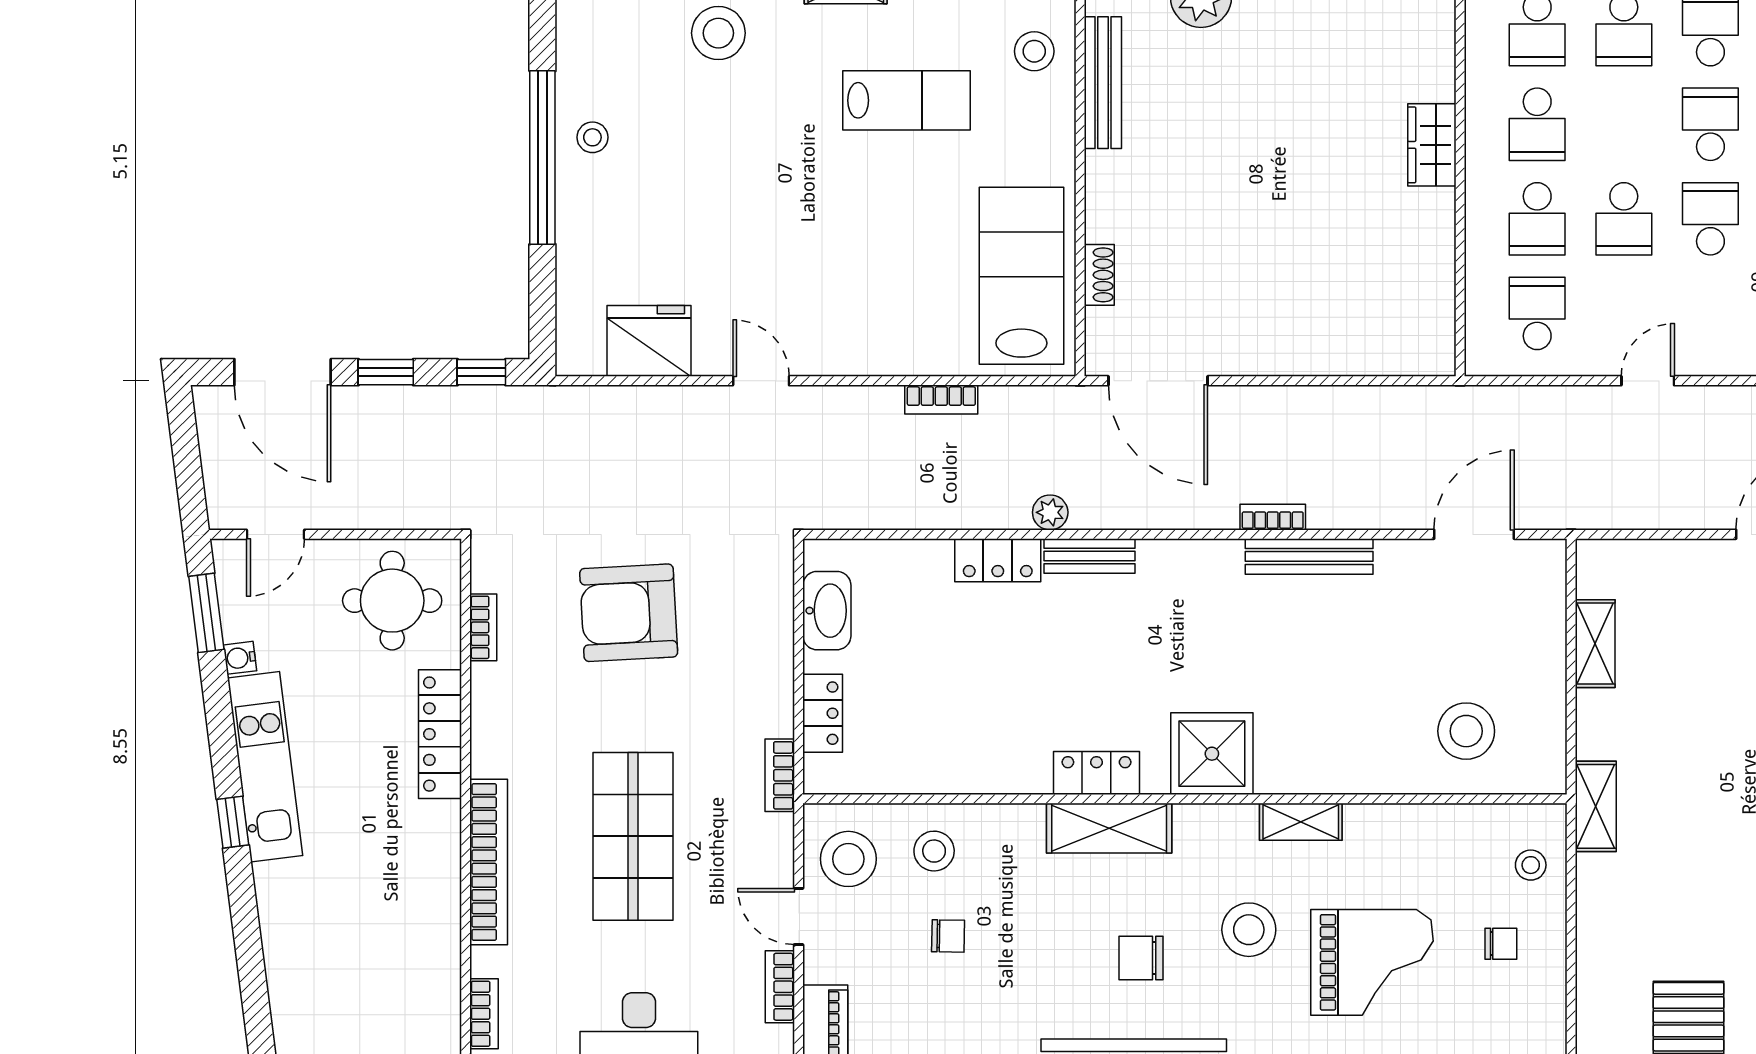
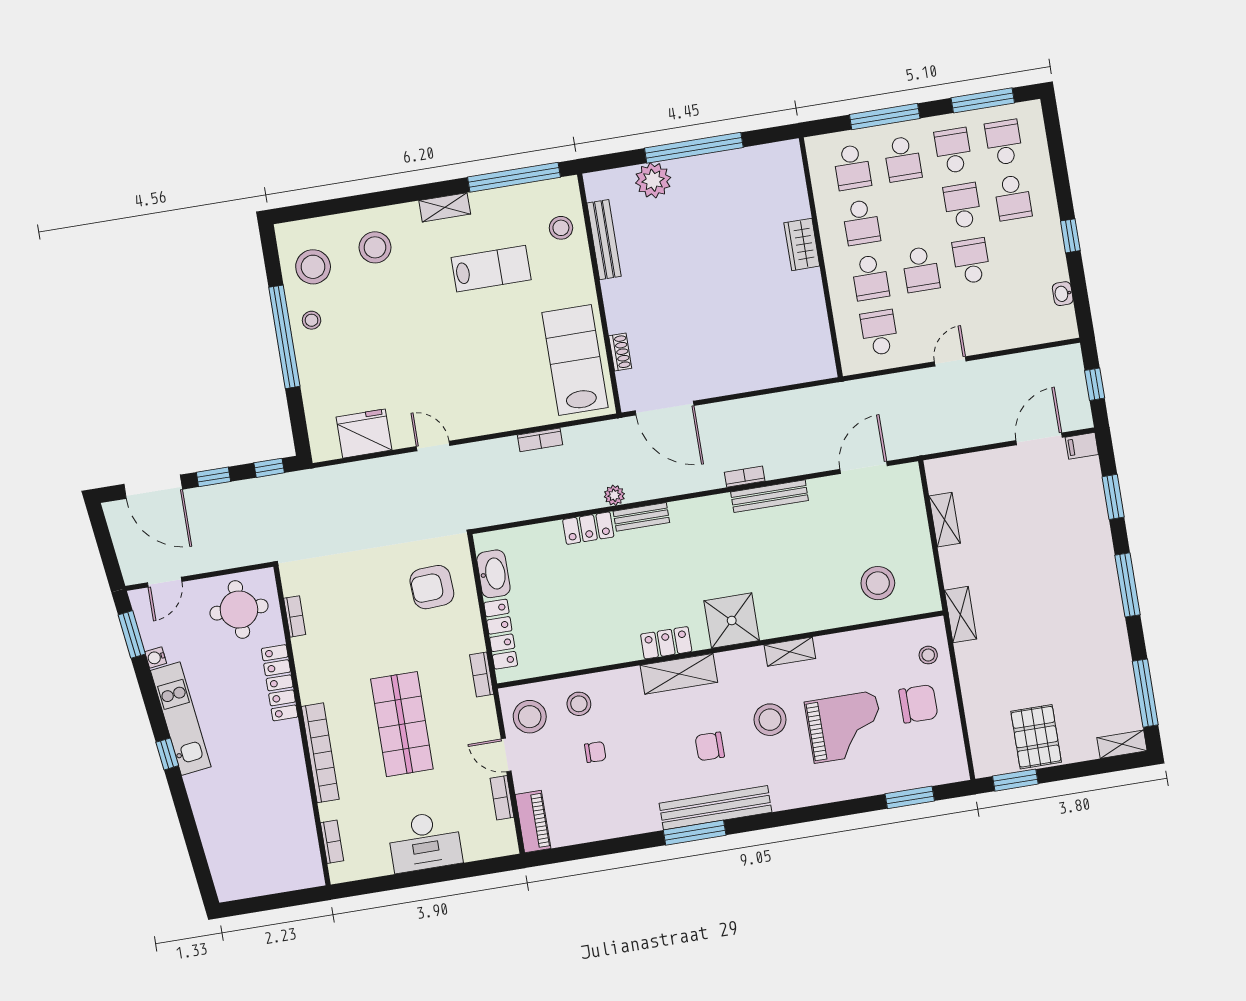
stool: (610, 49) -> (313, 267), added
armchair: (629, 613) -> (432, 587), moved, width x0.73, depth x0.73
locker: (823, 713) -> (501, 634), width x1.53
chair: (1501, 944) -> (918, 704), width x1.87, depth x1.87

